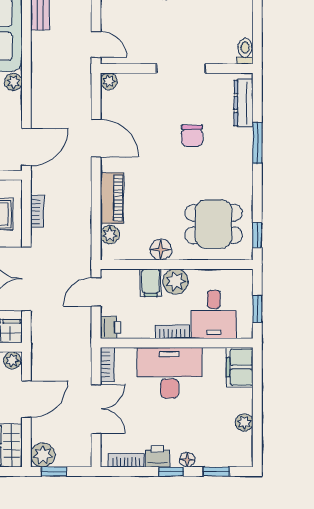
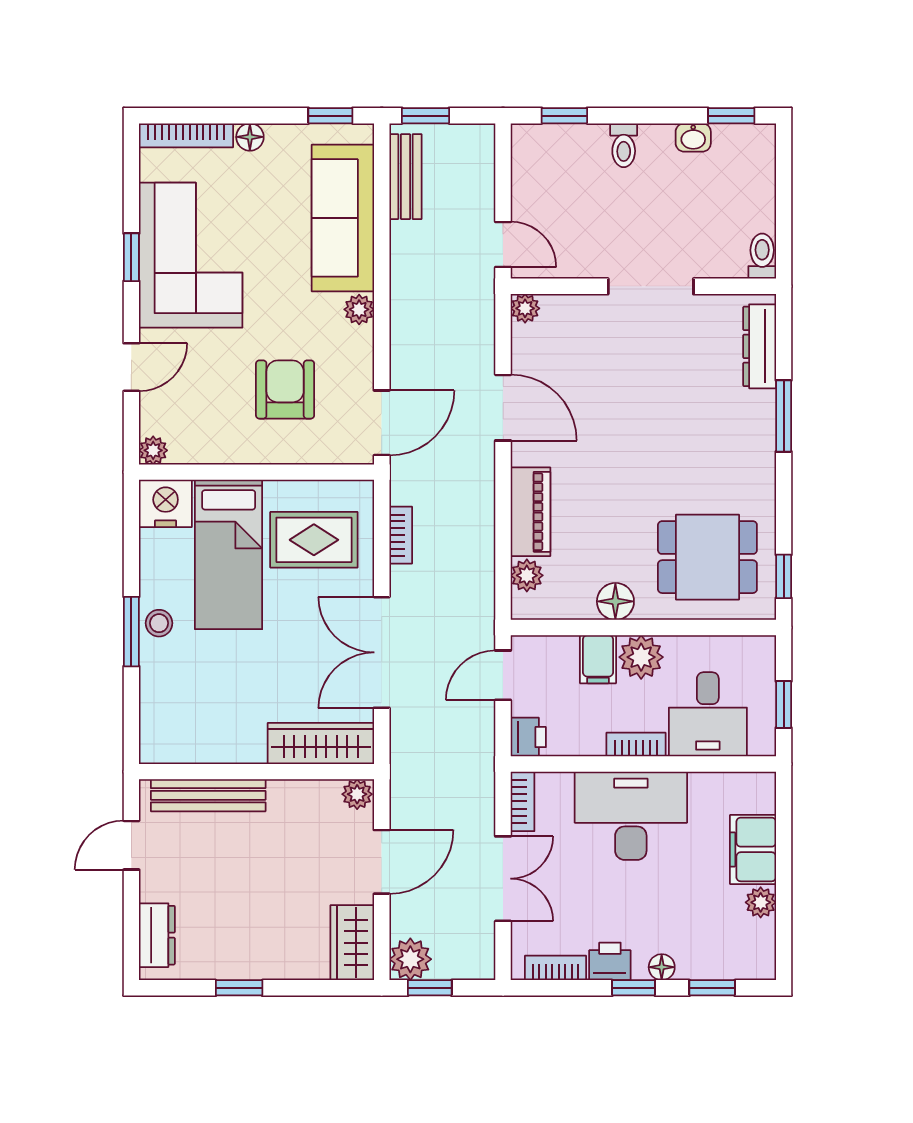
chair: (192, 136) -> (670, 403), removed
filing cabinet: (240, 367) -> (753, 849), moved

